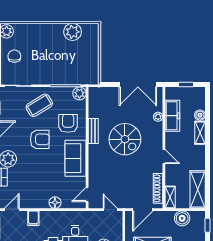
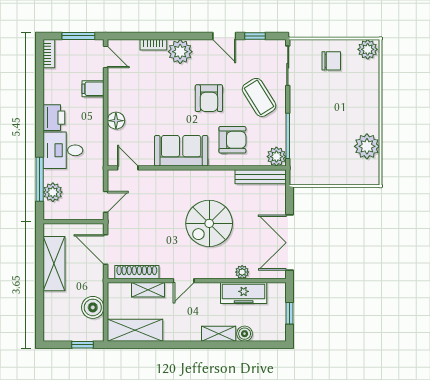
bench: (93, 131) -> (261, 177), moved, width x1.36
shelving: (170, 197) -> (148, 290), moved

